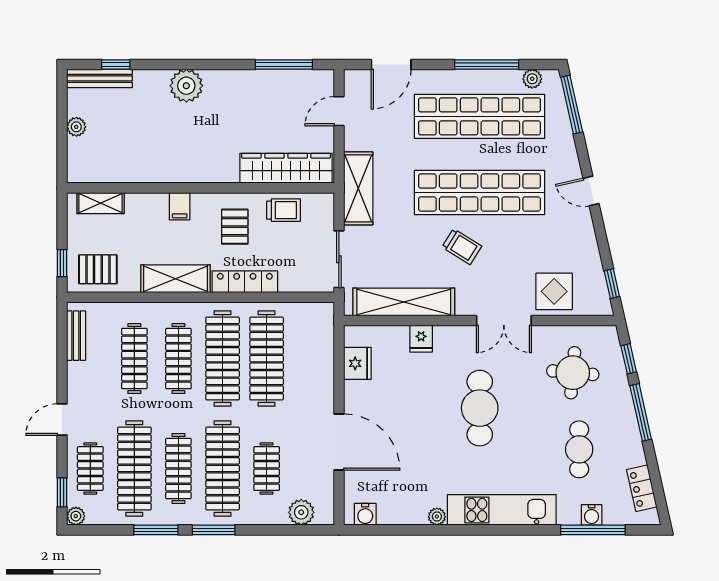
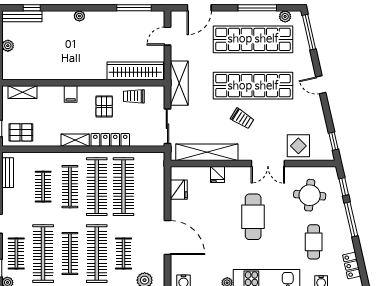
plant: (186, 86) -> (79, 16), width x0.53, depth x0.53
trolley: (284, 210) -> (134, 96), turned 180
shelving: (176, 279) -> (75, 140), width x0.67, depth x0.75
clothes rail: (134, 359) -> (43, 187), width x0.73

